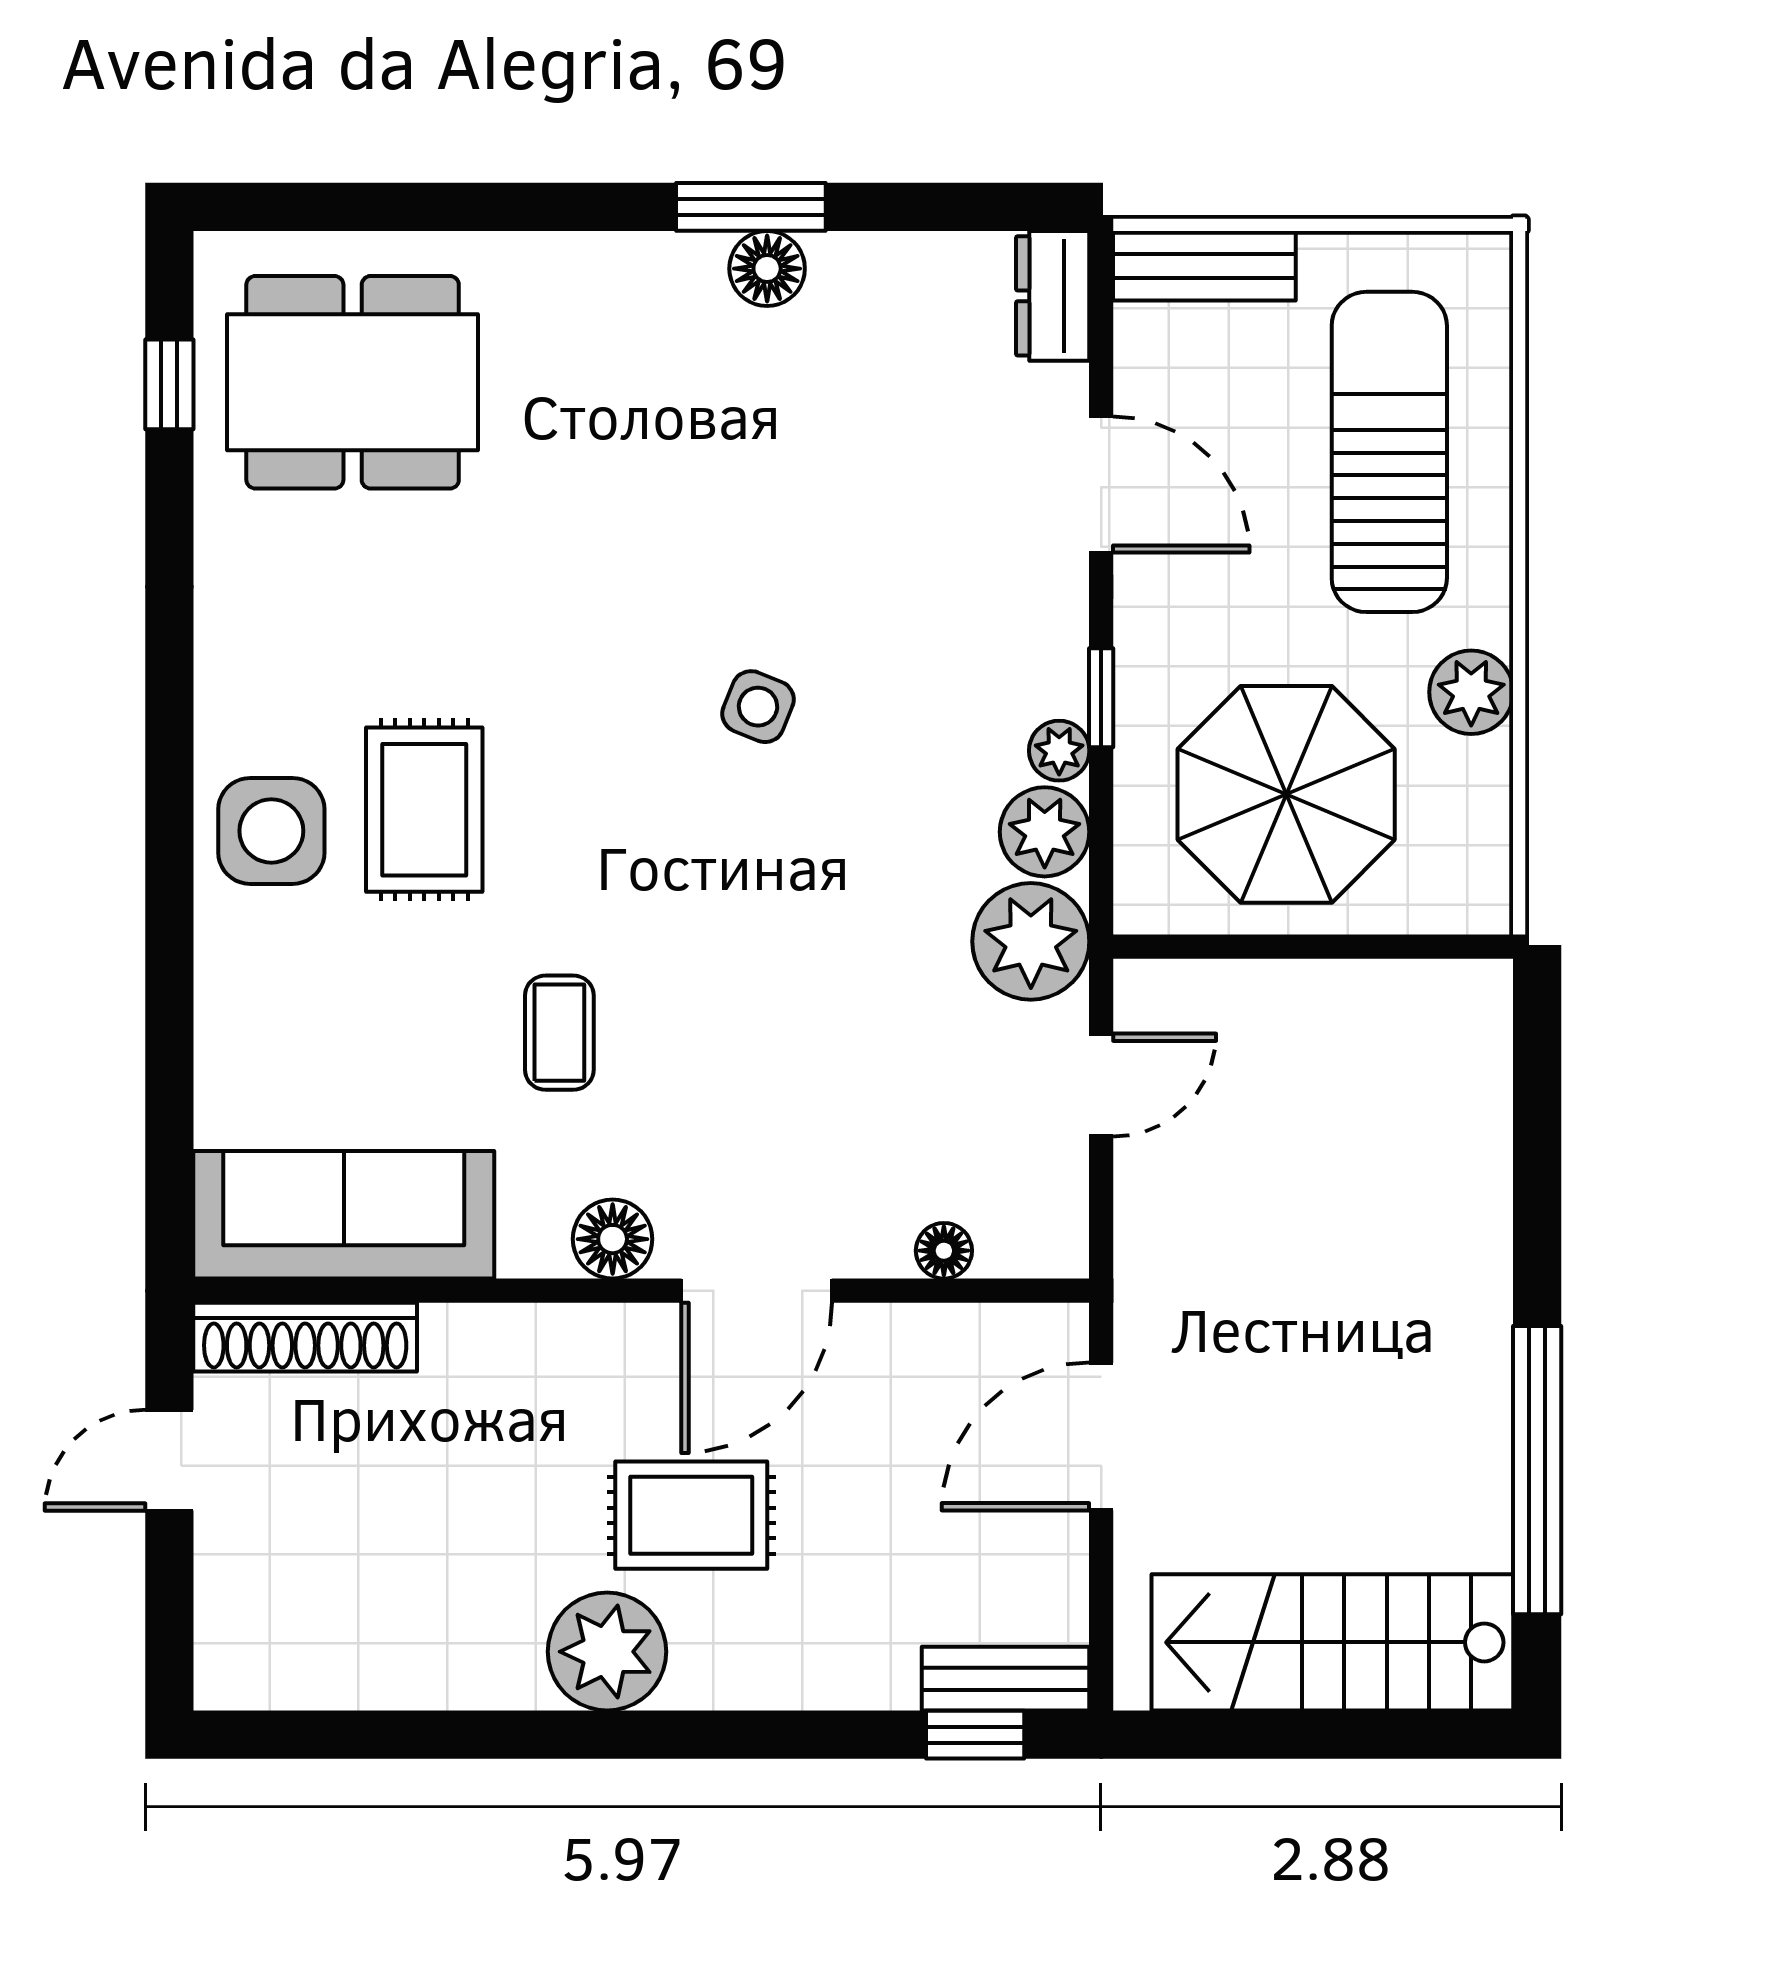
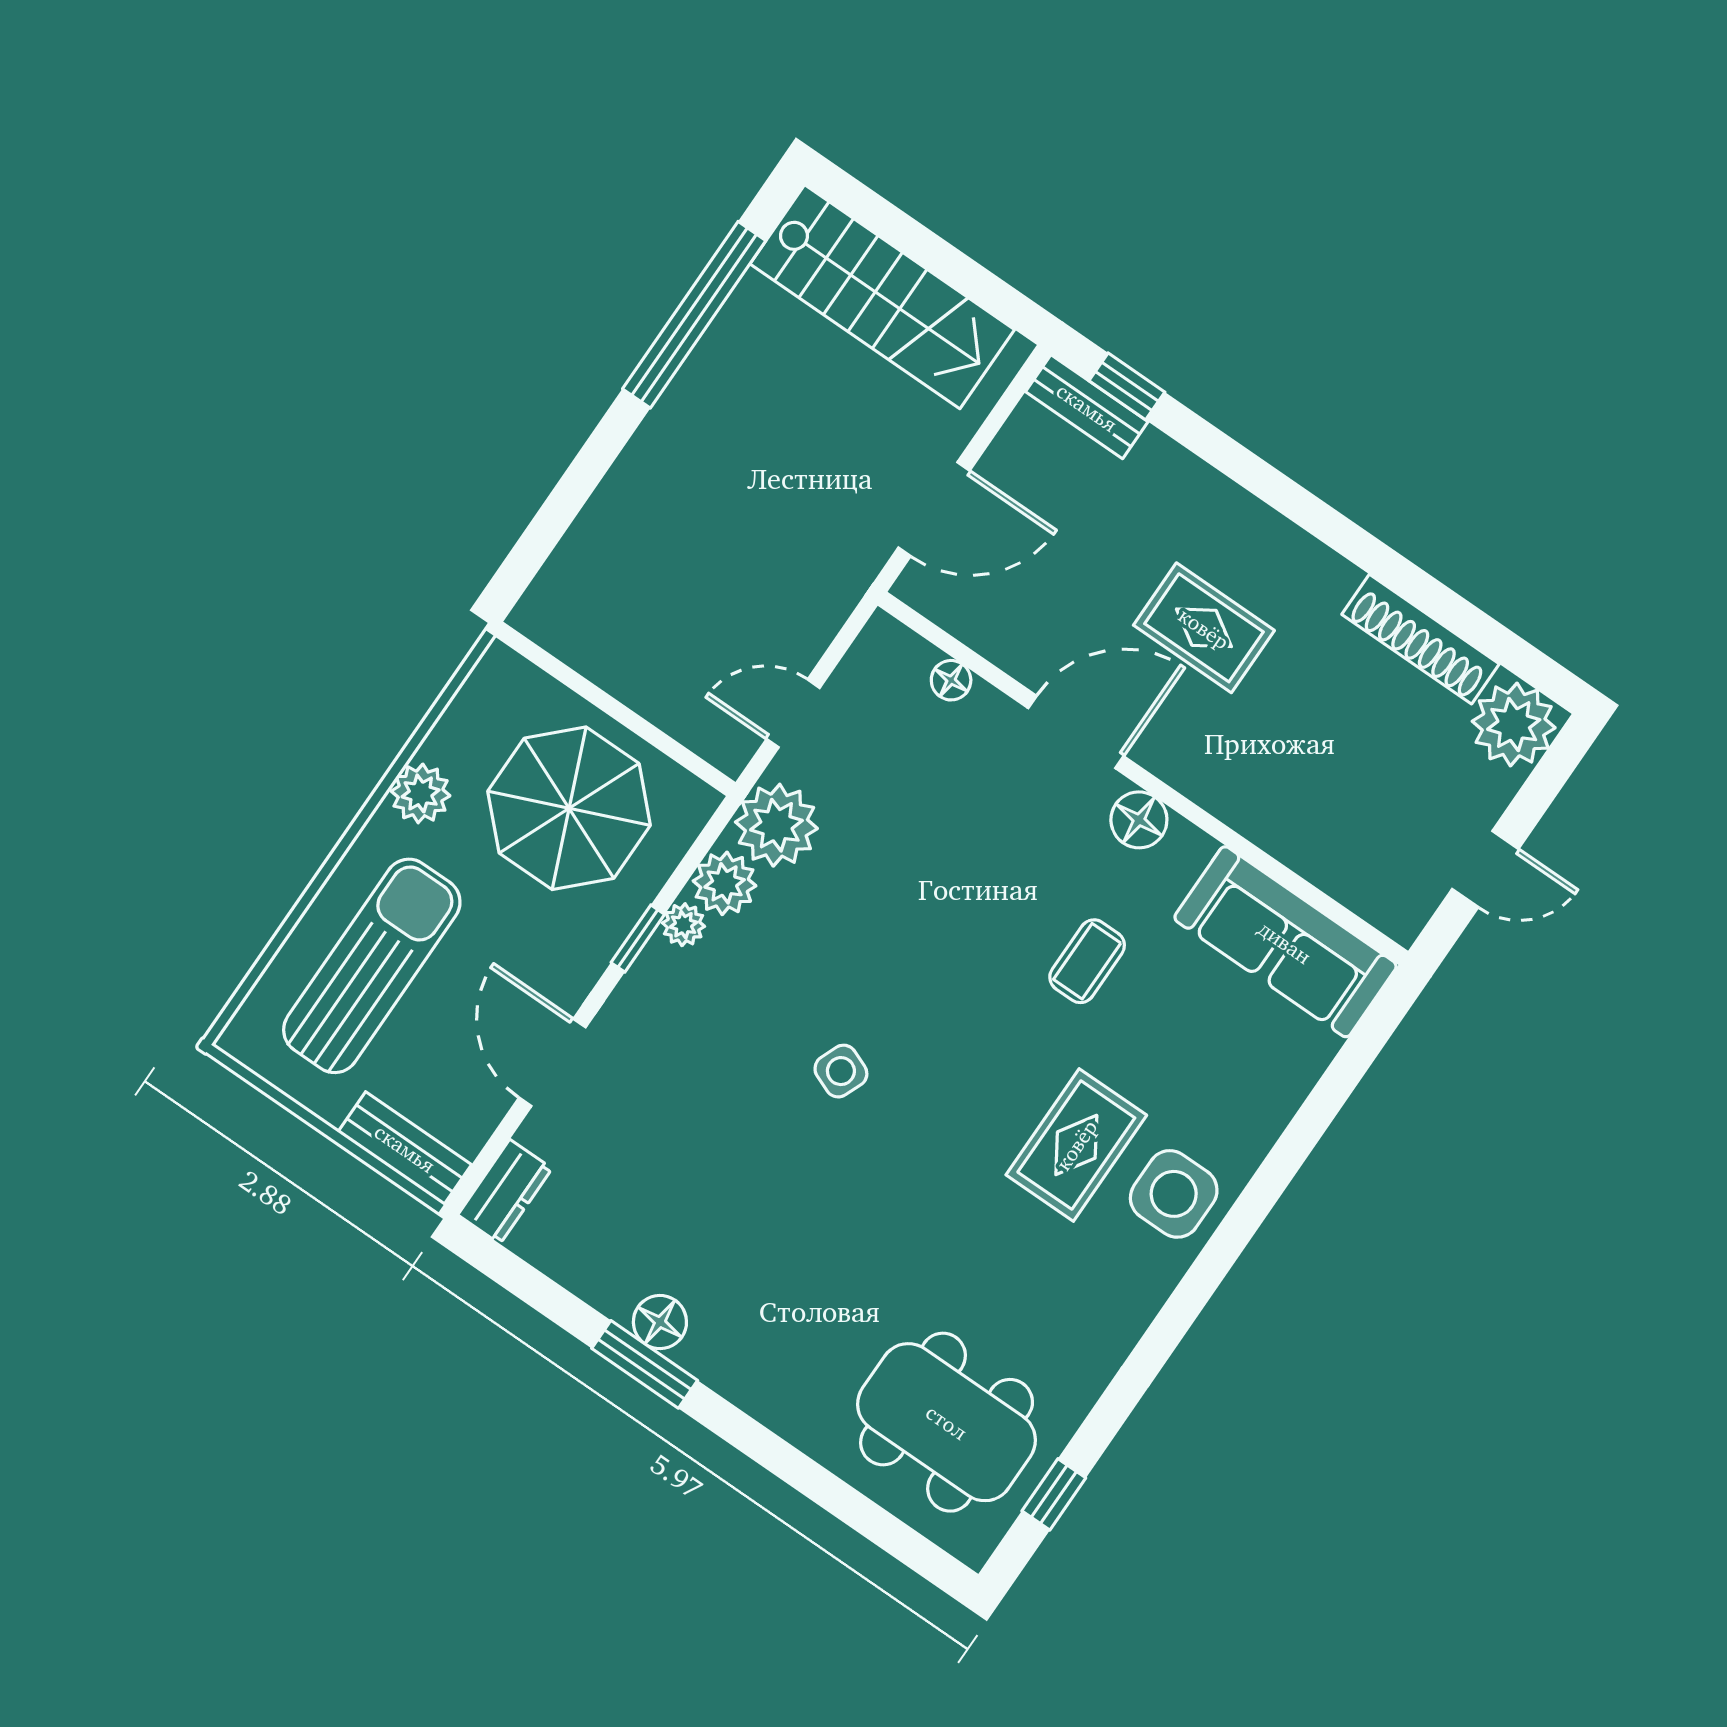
sun lounger: (1389, 452) -> (372, 966), turned 180
shoe rack: (305, 1337) -> (1420, 639), moved, turned 180
plant: (607, 1652) -> (1514, 724), moved

